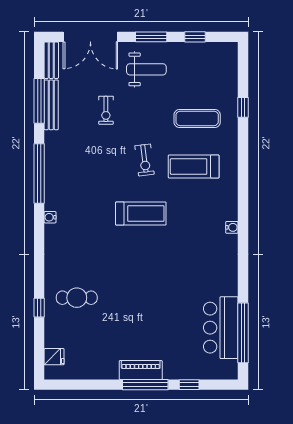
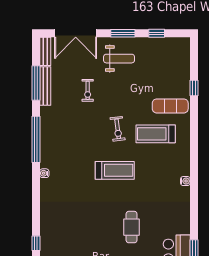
exercise mat: (197, 118) -> (170, 106), moved
cafe table: (77, 298) -> (132, 227), moved, turned 90

